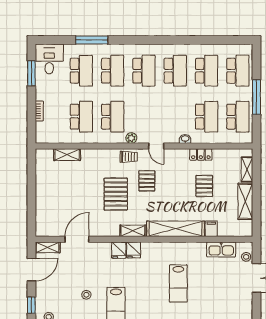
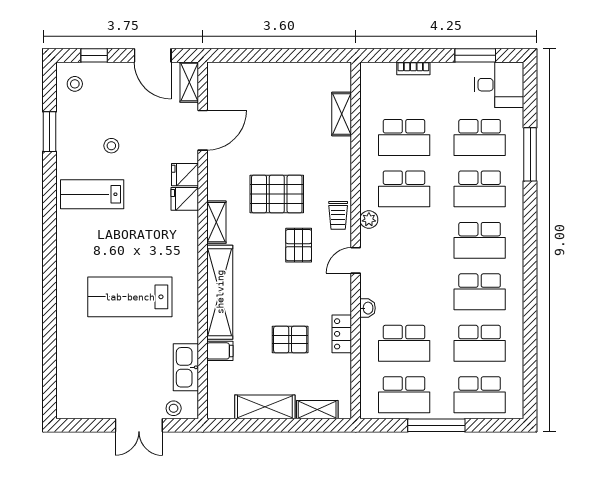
pallet: (147, 181) -> (299, 245), turned 90
door: (77, 239) -> (203, 130), hinge flipped
fridge: (134, 250) -> (185, 175), moved
lab bench: (178, 283) -> (130, 297), width x1.36, depth x1.39

